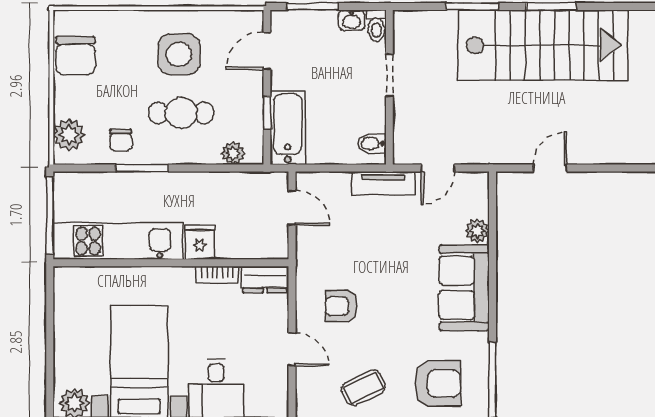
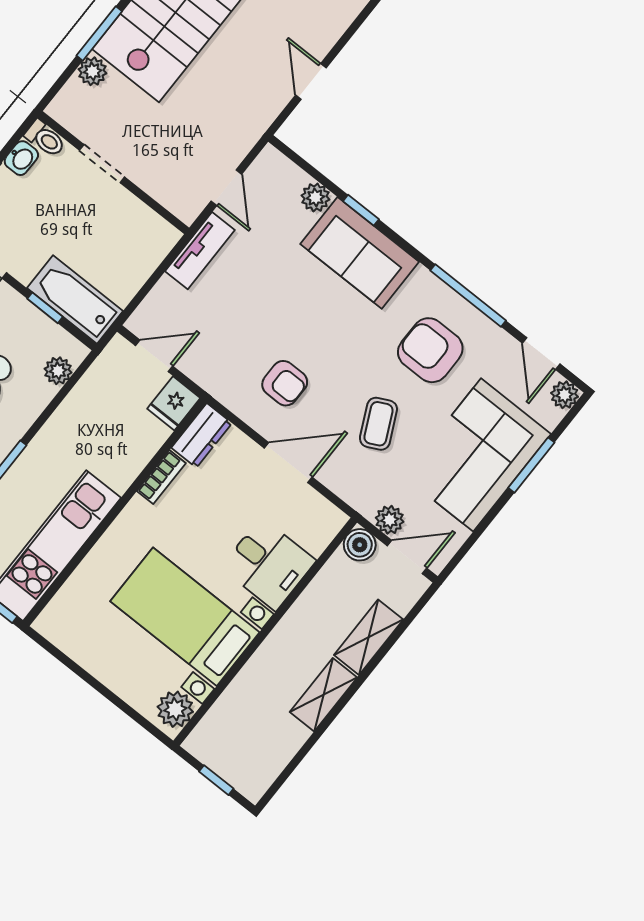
plant: (444, 22) -> (92, 71), added
bidet: (372, 143) -> (153, 231), removed
fridge: (200, 242) -> (174, 403), moved, turned -90
window: (492, 267) -> (361, 210), added
armchair: (341, 306) -> (285, 383), turned -90
door: (292, 349) -> (288, 463), width x1.38
armchair: (438, 383) -> (430, 350), turned -90

